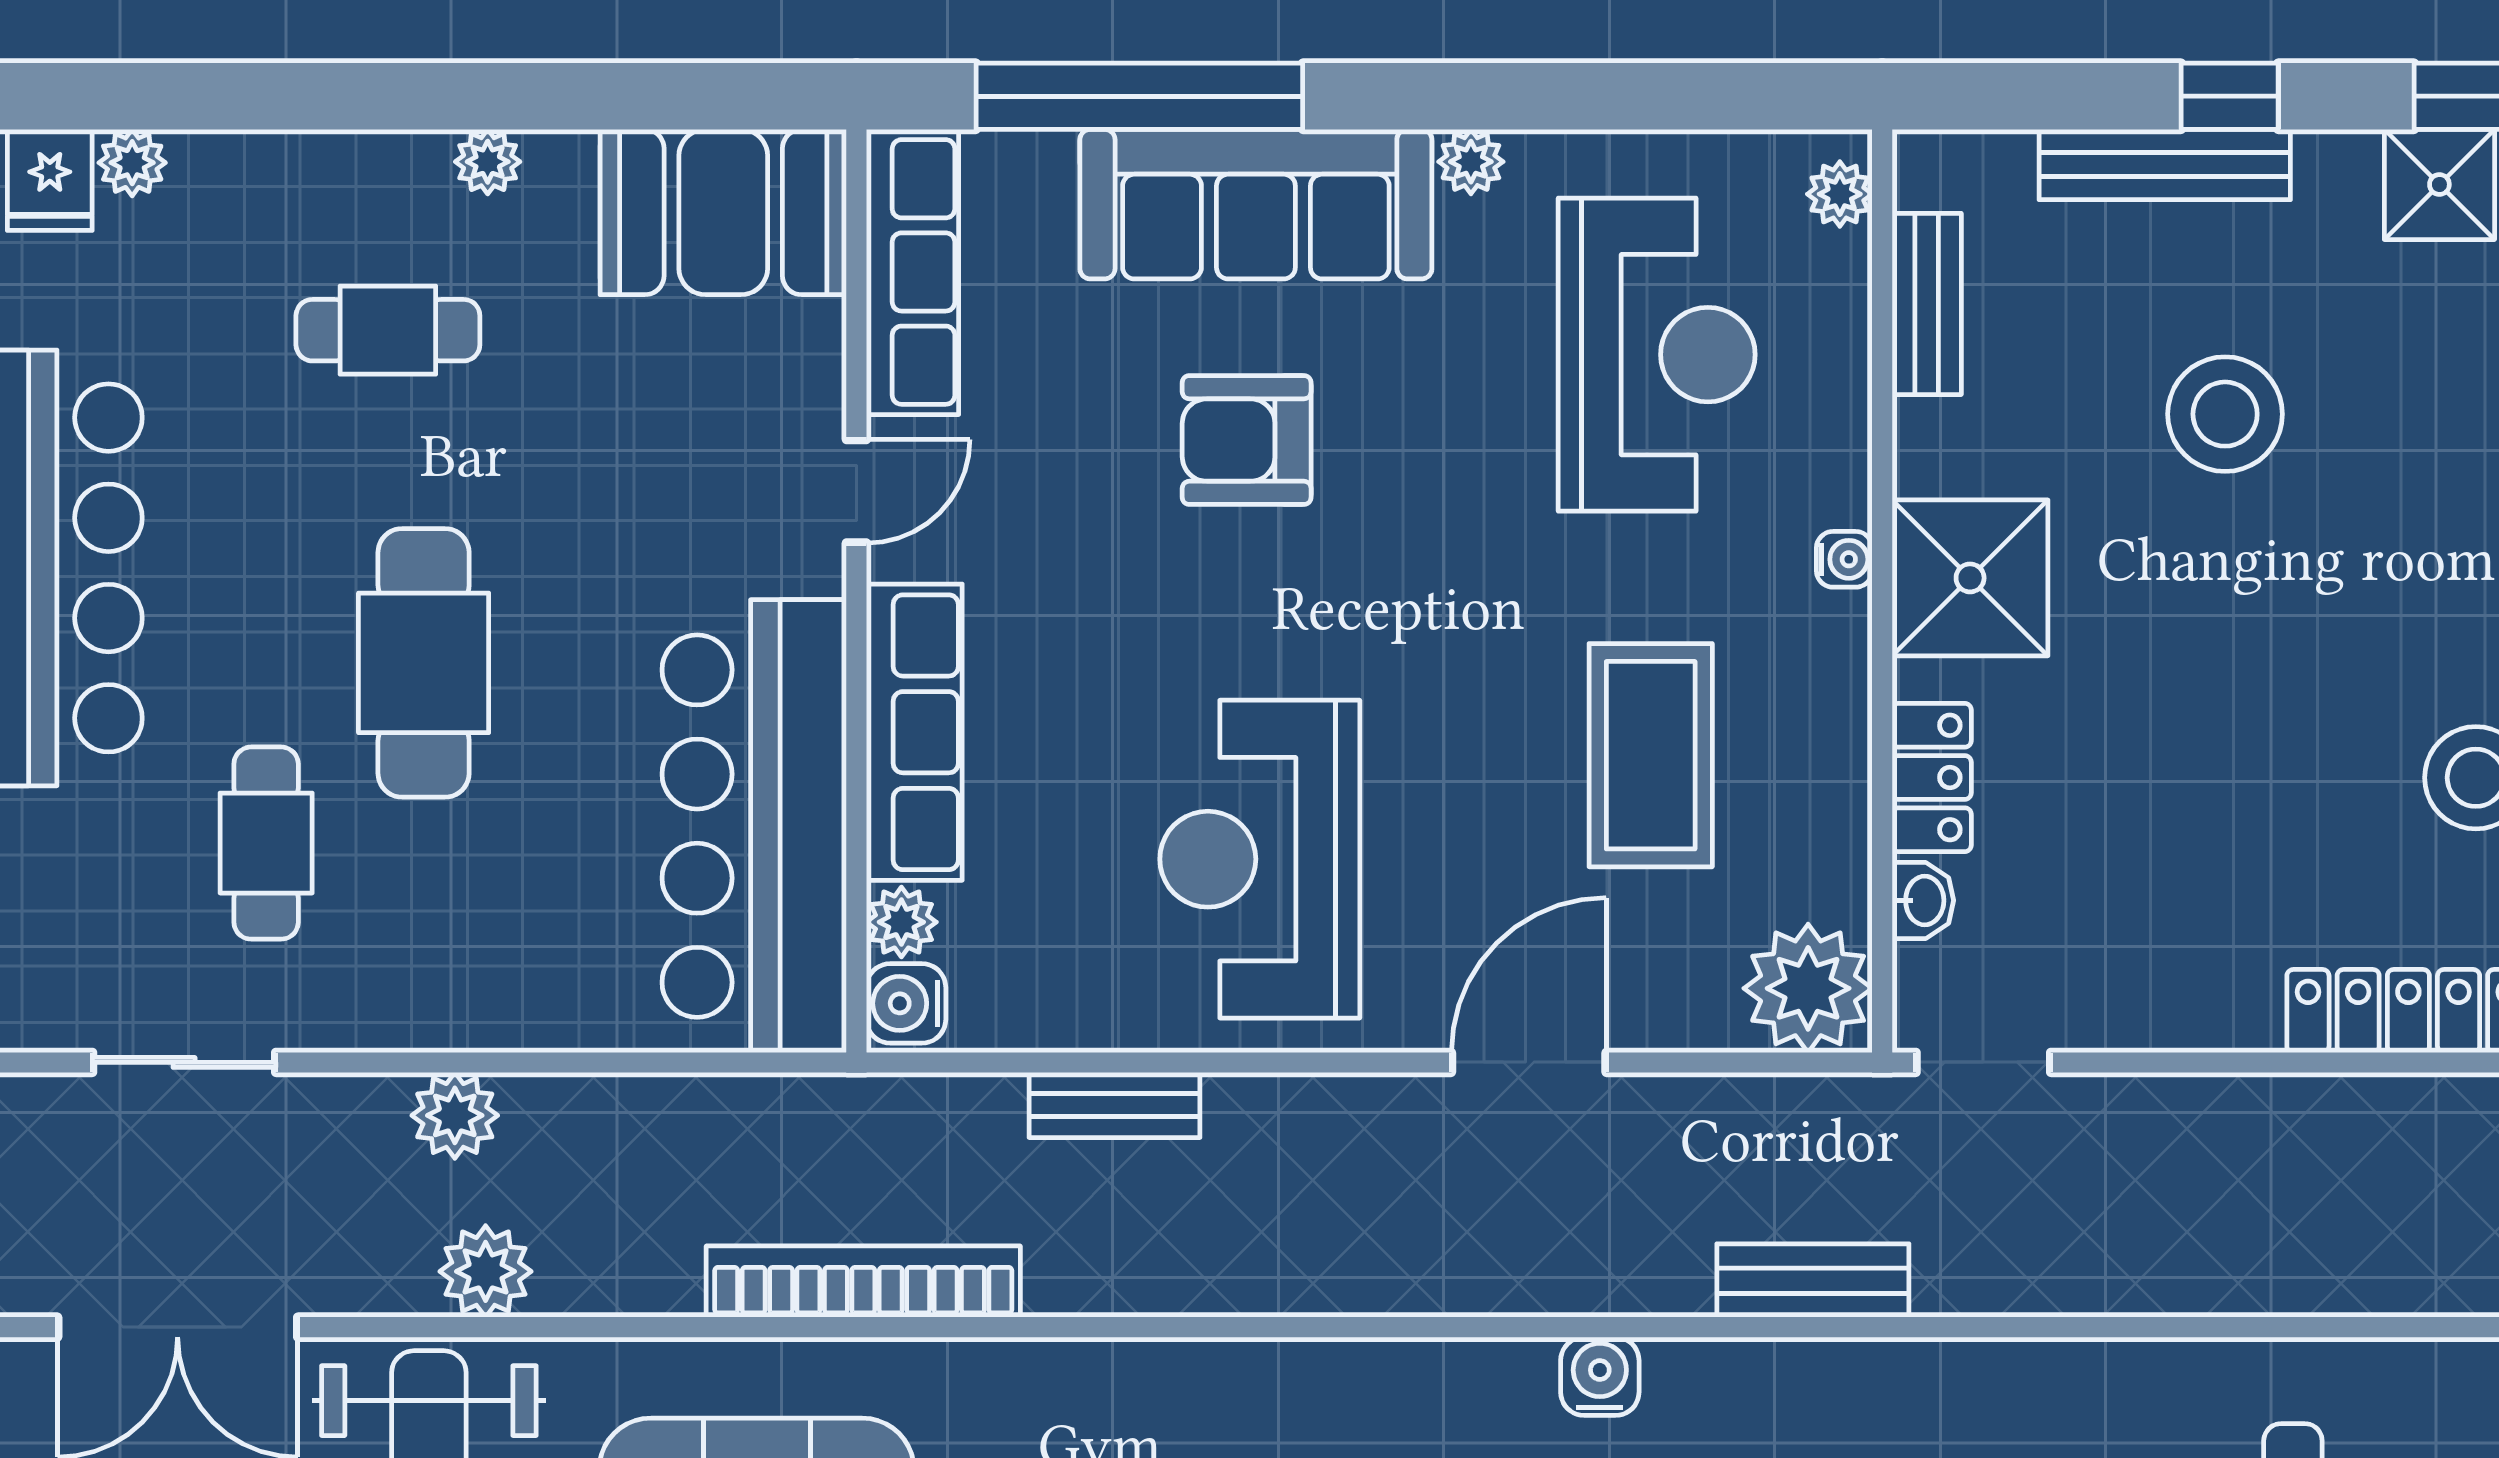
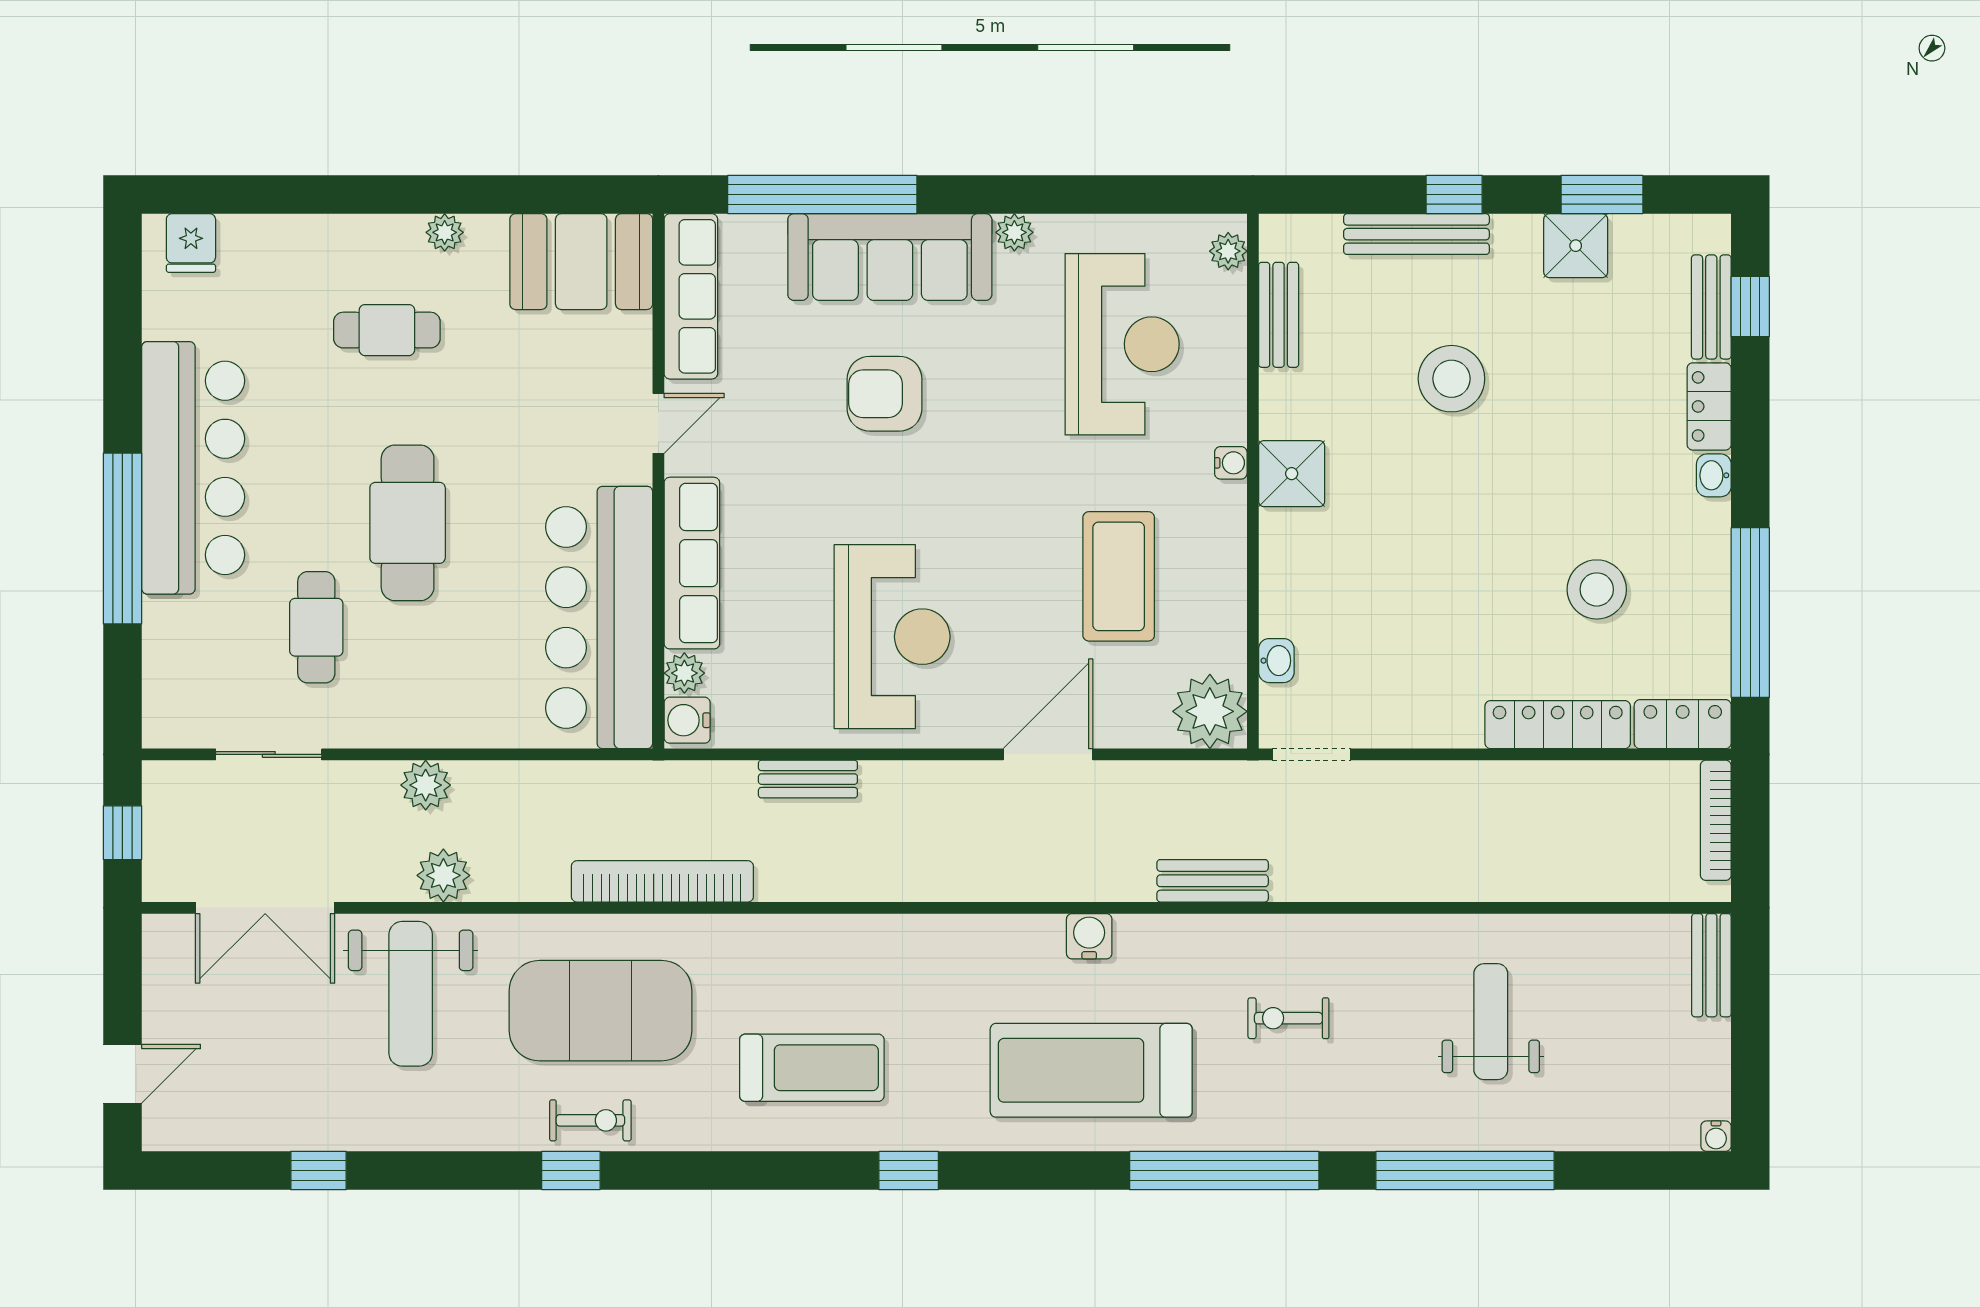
plant: (132, 163) -> (239, 233), removed
shower: (1970, 578) -> (1292, 474), width x0.73, depth x0.73
locker: (1932, 777) -> (1281, 589), removed
reception desk: (1260, 859) -> (892, 637), turned 180

